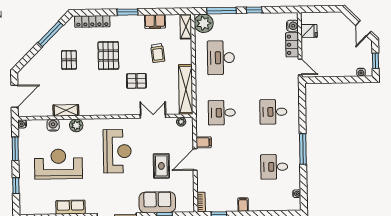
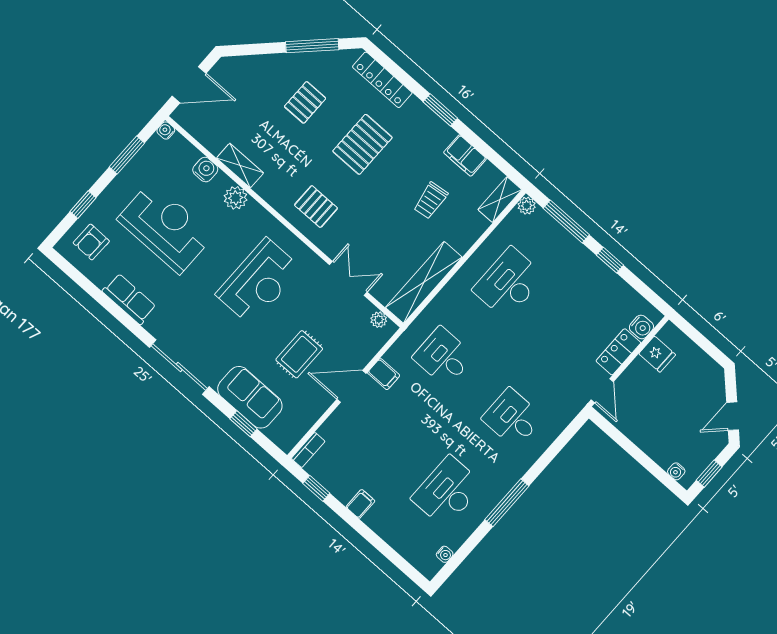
plant: (204, 23) -> (527, 206), width x0.53, depth x0.53
pallet: (136, 81) -> (316, 207), moved
desk: (274, 167) -> (447, 492), width x1.37
armchair: (33, 198) -> (91, 242), added

